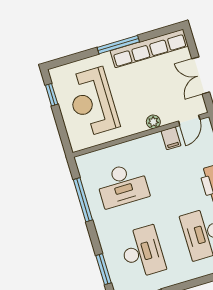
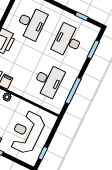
reception desk: (92, 102) -> (27, 132), turned 180
desk: (122, 185) -> (48, 81), turned 90

